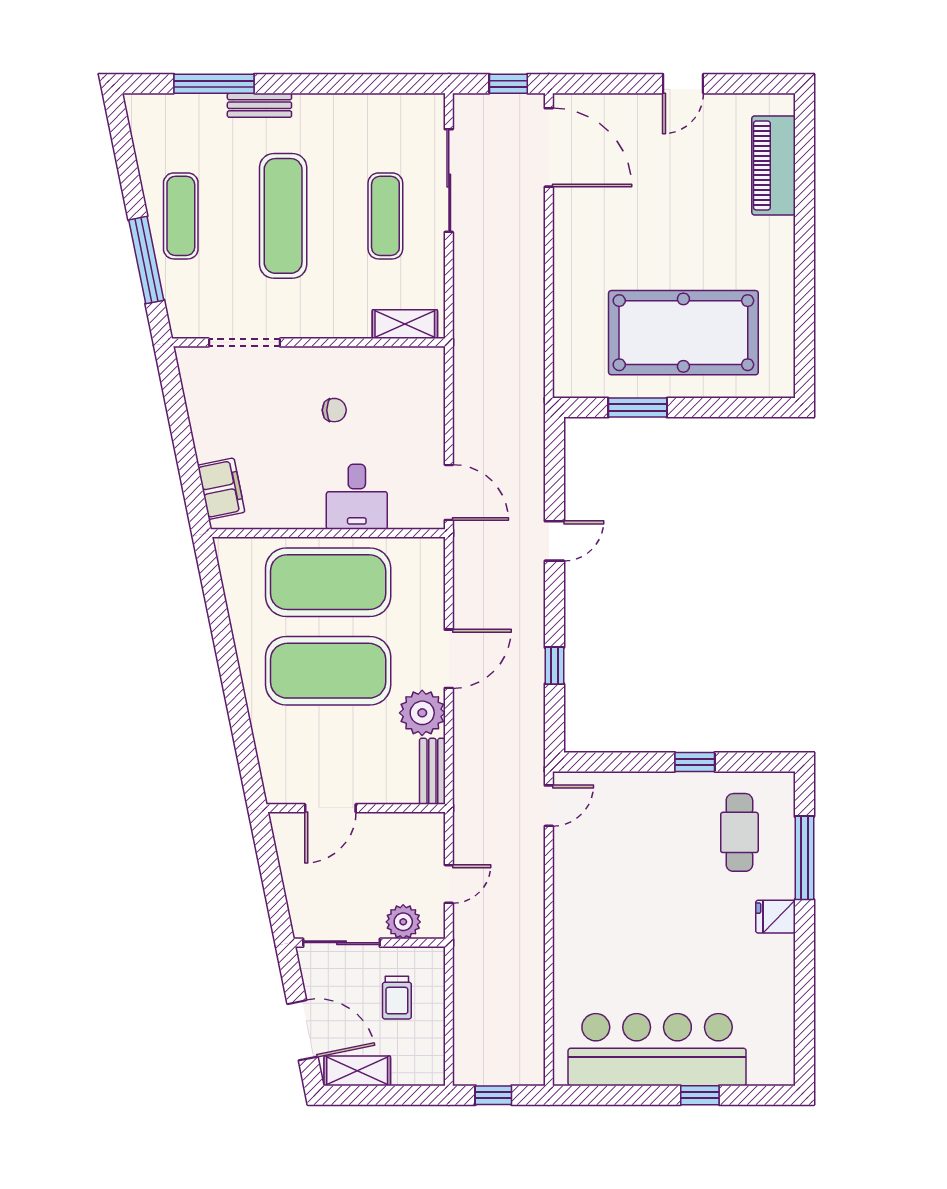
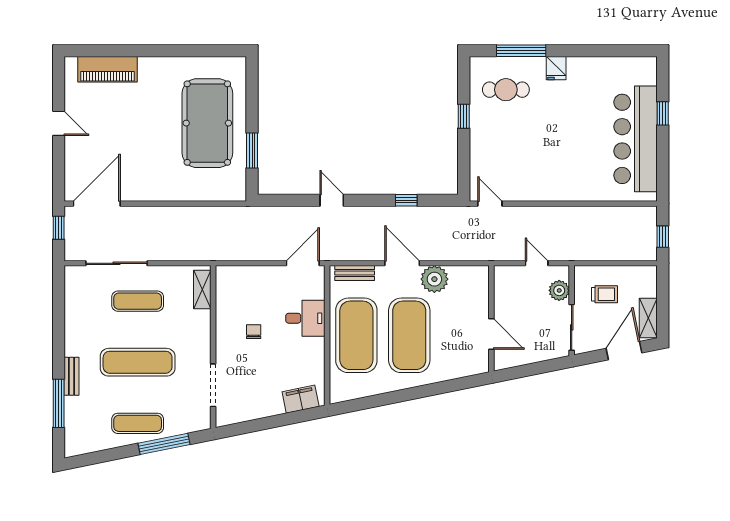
bench: (432, 771) -> (355, 273), moved

